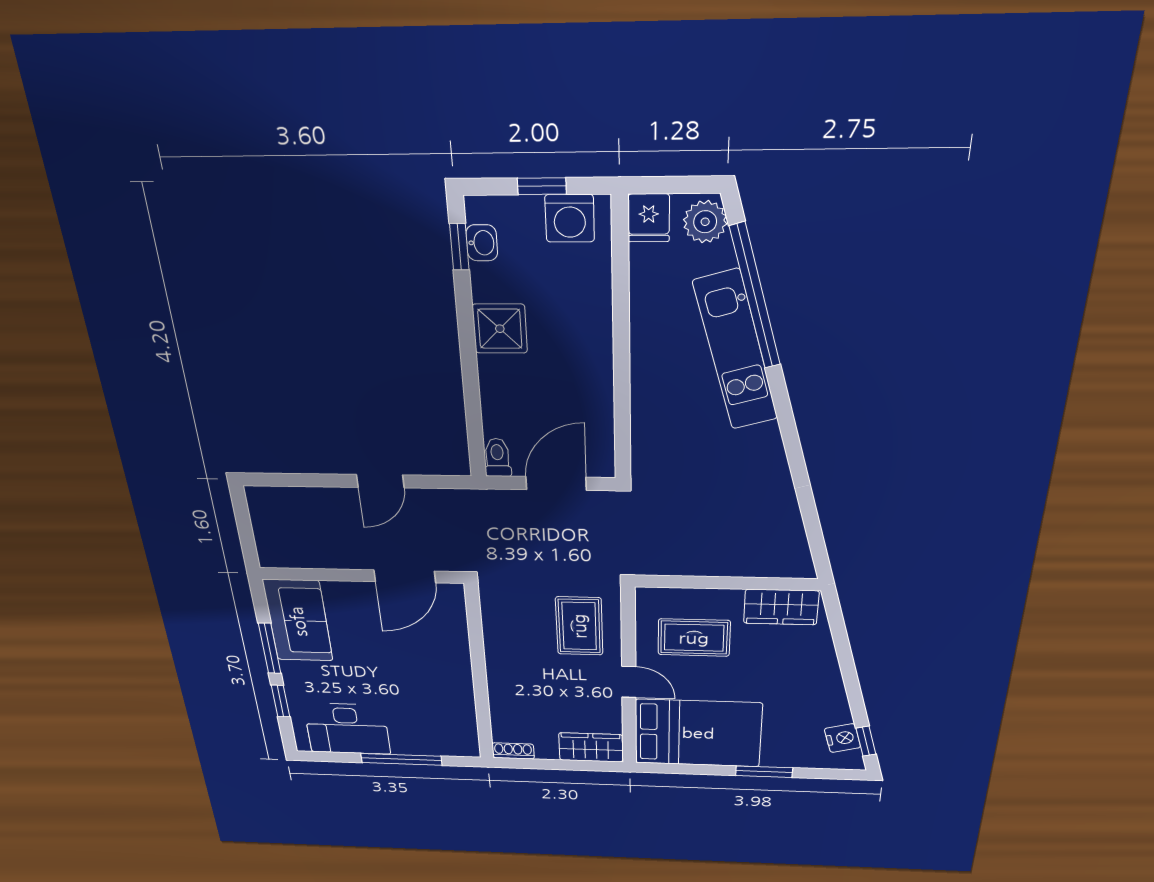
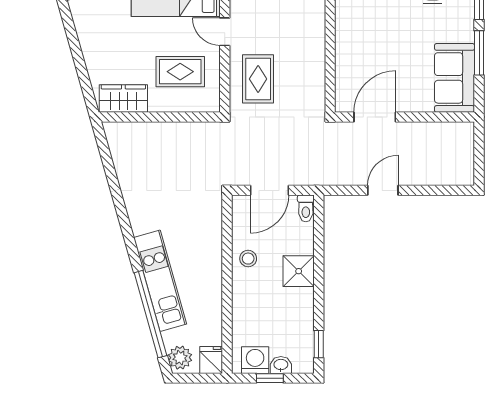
washbasin: (482, 243) -> (281, 365), moved, turned 90
shower: (500, 329) -> (299, 271), moved
stool: (587, 385) -> (248, 259), added

